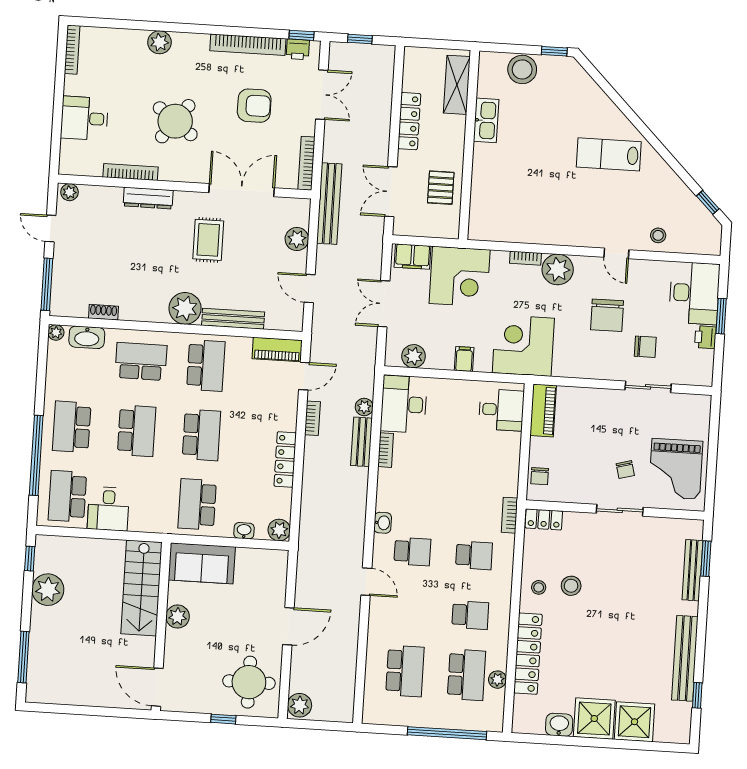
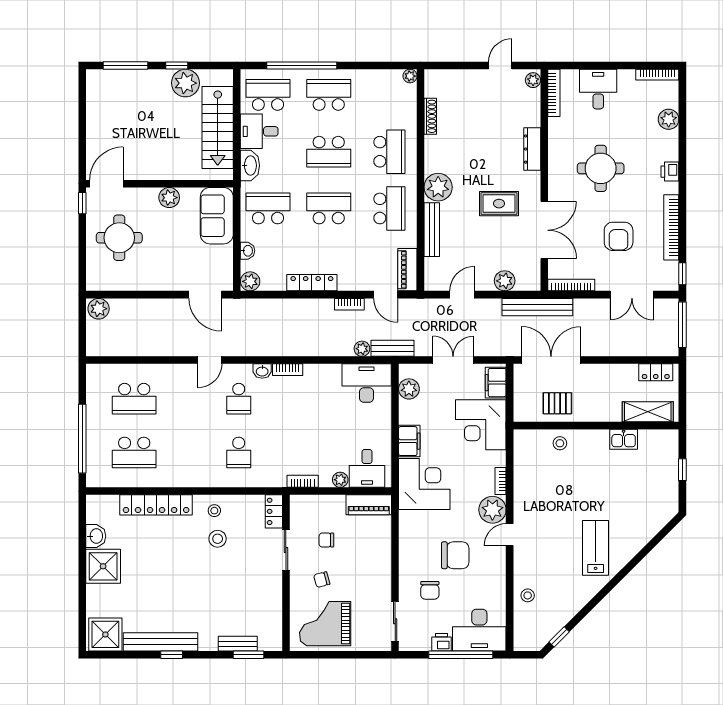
window: (360, 39) -> (682, 325), width x2.17
plant: (160, 42) -> (669, 119), moved
printer: (298, 49) -> (670, 172), moved
window: (554, 51) -> (682, 470), moved
stool: (522, 69) -> (560, 443), moved, width x0.53, depth x0.53
kitchen sink: (486, 120) -> (624, 439), width x0.73
round table: (175, 121) -> (601, 168), turned -37
locker: (409, 121) -> (656, 372), moved, width x0.66
bookcase: (131, 172) -> (554, 93), moved
double door: (391, 192) -> (551, 360), width x1.37
door: (616, 253) -> (510, 535), moved
window: (47, 284) -> (452, 66), removed
shoe rack: (103, 312) -> (430, 116), width x1.43
chair: (607, 315) -> (455, 555), turned 180
window: (721, 316) -> (461, 655), width x2.11
washbasin: (87, 337) -> (250, 165), moved, turned 180
filing cabinet: (464, 359) -> (409, 441), width x2.00
school desk: (206, 366) -> (389, 208), turned -90
sliding door: (648, 387) -> (395, 621), moved
school desk: (201, 435) -> (329, 208), turned 180
bench: (362, 442) -> (392, 348), moved
bookcase: (386, 450) -> (288, 370), moved
chair: (540, 476) -> (326, 540), moved
sliding door: (620, 510) -> (286, 550), moved
bookcase: (509, 515) -> (303, 481), moved
window: (30, 559) -> (177, 66), moved
bench: (692, 570) -> (238, 644), width x0.73
stairs: (141, 588) -> (218, 127), moved, turned -90
school desk: (470, 615) -> (186, 452), removed
door: (288, 626) -> (205, 295), moved
plant: (497, 680) -> (340, 480), moved
round table: (249, 682) -> (119, 238), moved
window: (697, 695) -> (172, 655), moved
window: (223, 719) -> (82, 203), moved
shower: (635, 722) -> (105, 634), moved

